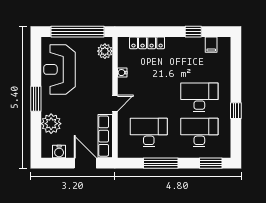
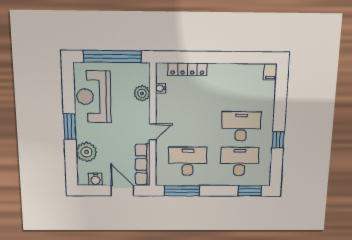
window: (193, 32) -> (237, 58), removed
filing cabinet: (211, 45) -> (270, 72), moved
plant: (105, 51) -> (142, 93), moved
water cooler: (122, 73) -> (161, 88), moved
window: (161, 163) -> (182, 191), moved

